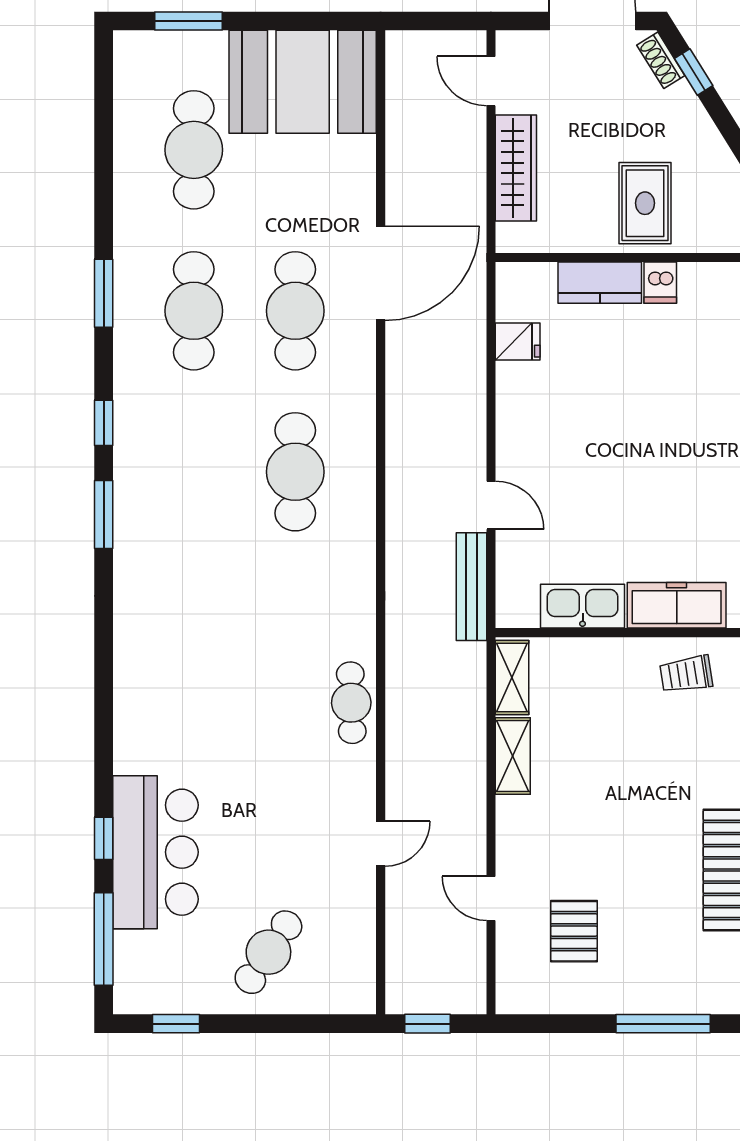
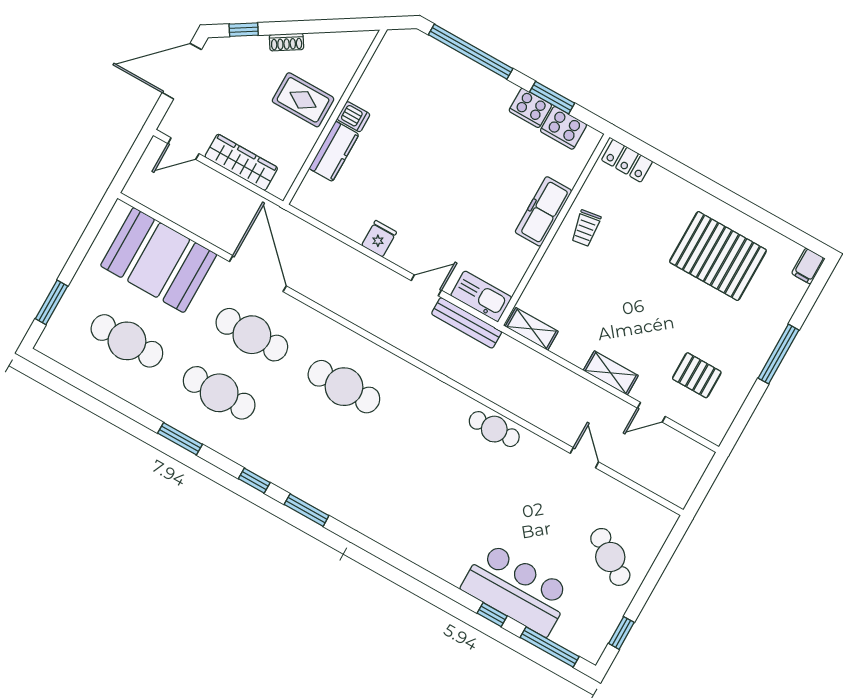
shoe rack: (661, 60) -> (286, 42), moved
booth: (303, 82) -> (159, 260), moved, turned 90
fridge: (518, 341) -> (379, 239), moved
kitchen sink: (583, 606) -> (481, 296), moved, turned 90
shelving: (513, 756) -> (611, 373), moved
window: (428, 1024) -> (703, 489), removed

